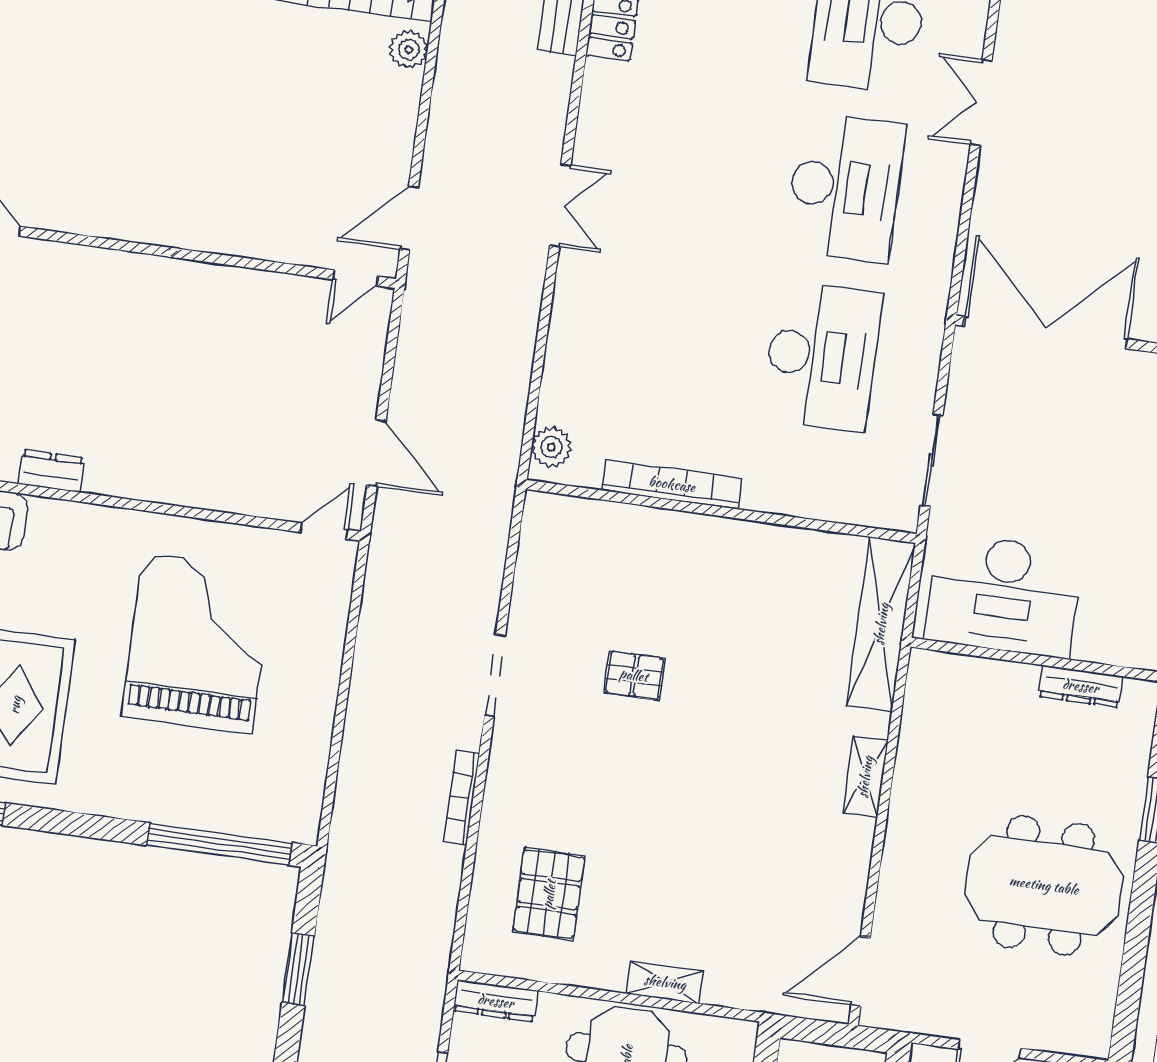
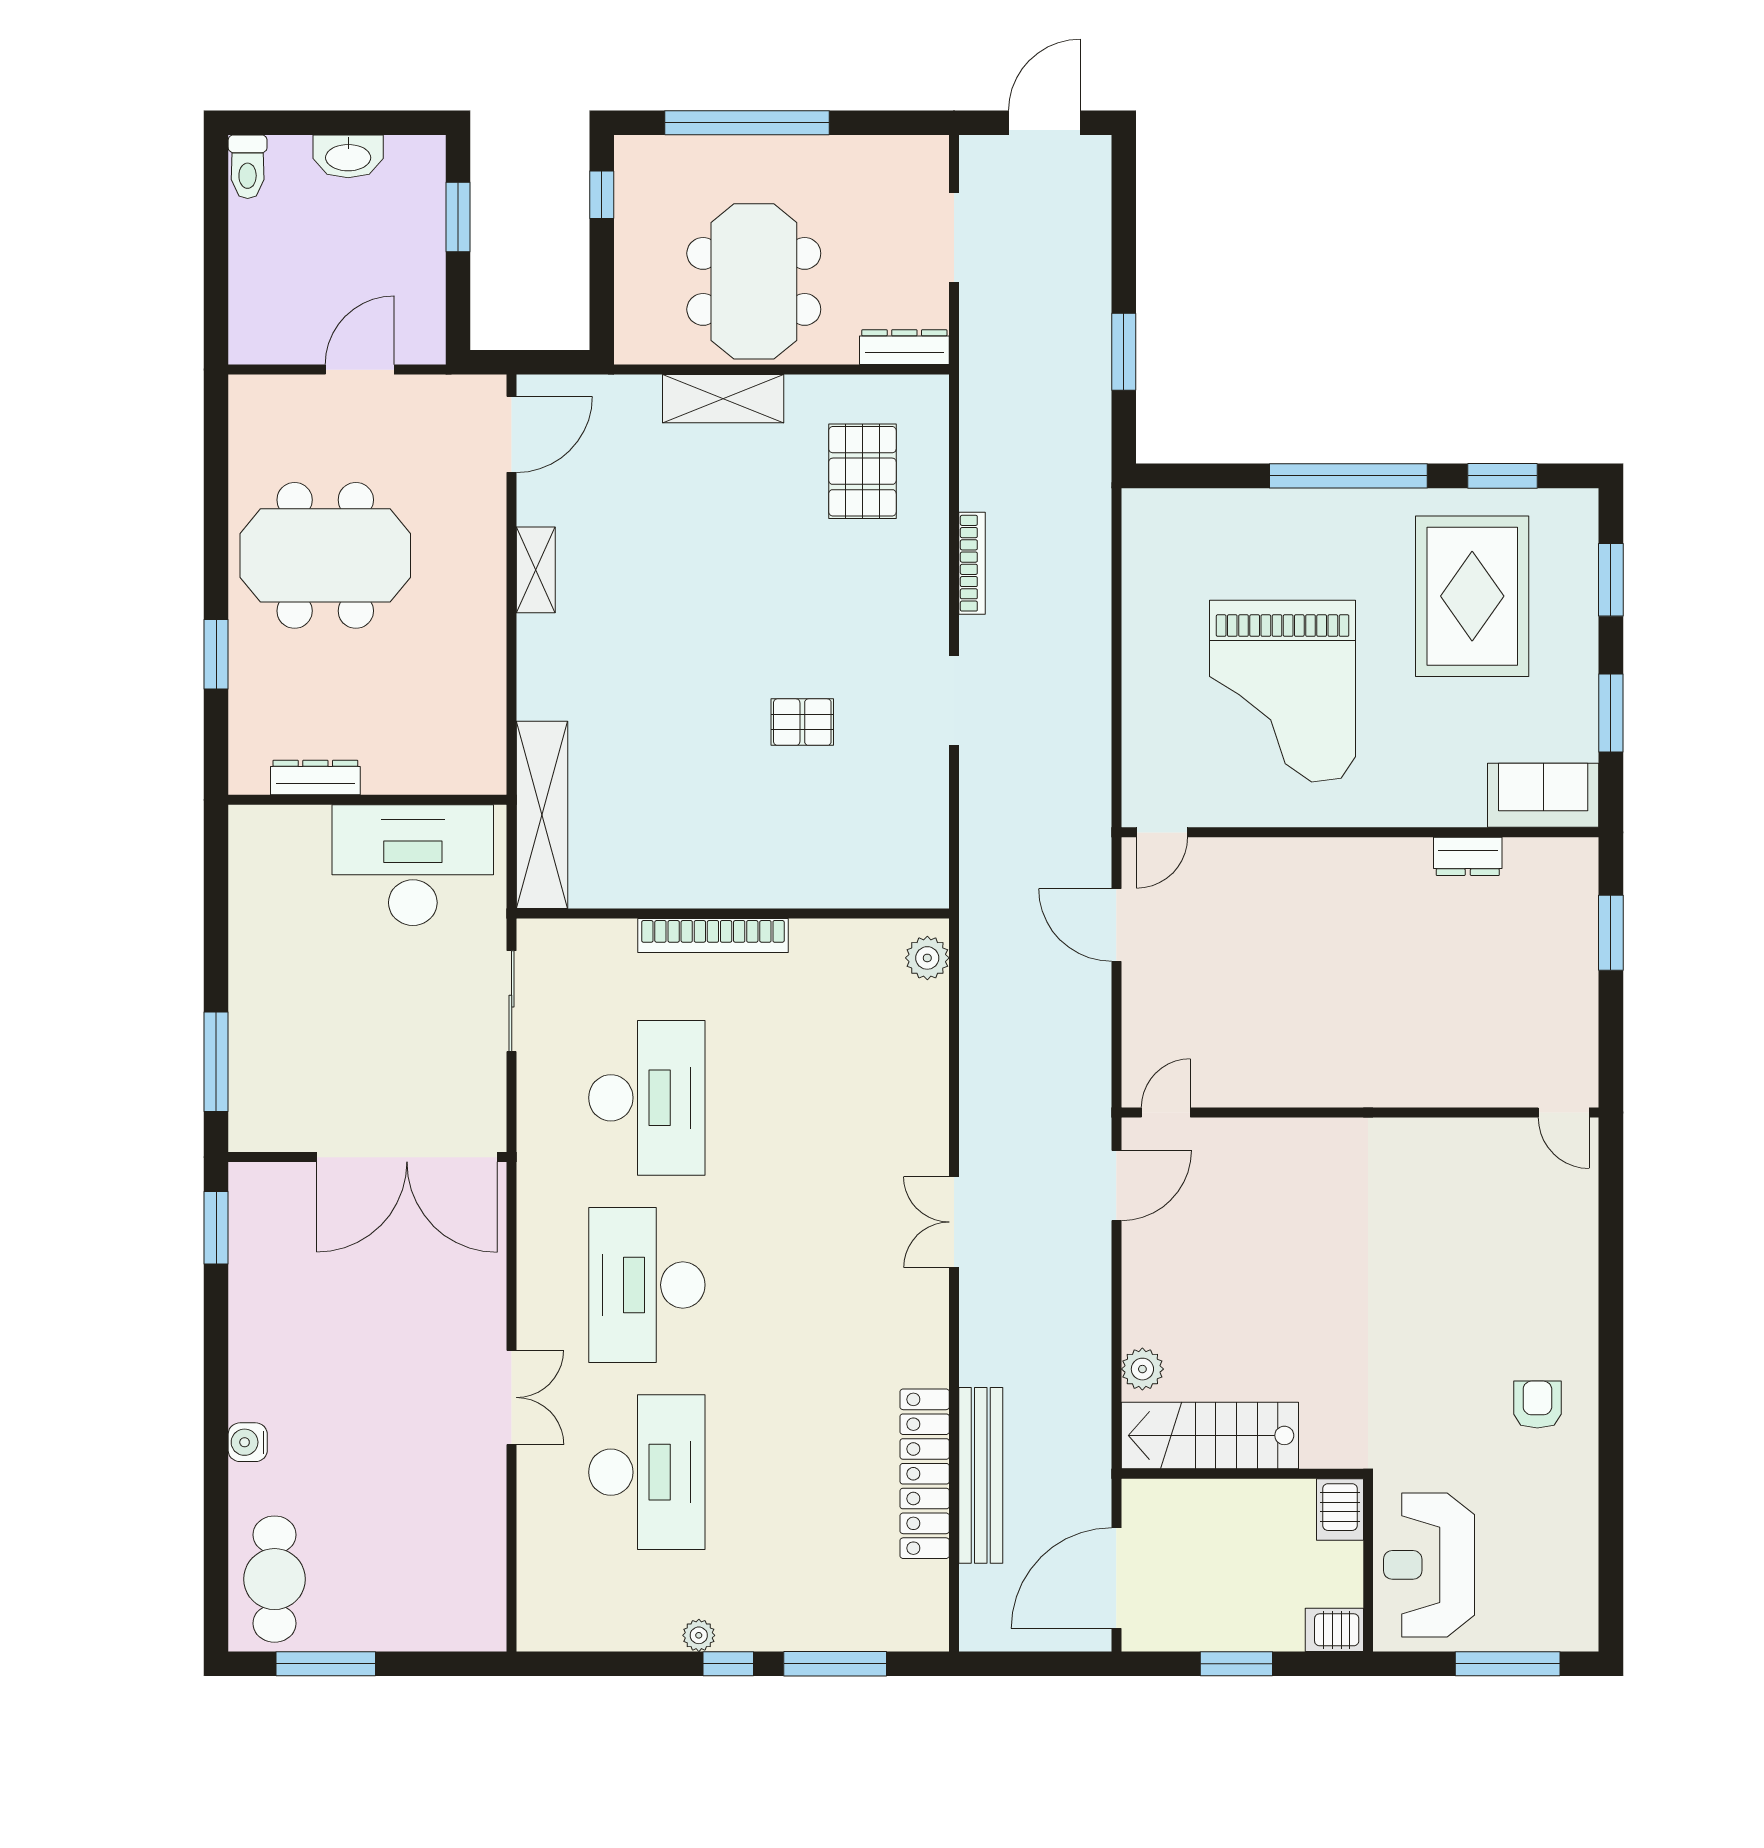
desk: (822, 356) -> (647, 1098), turned 180
bookcase: (672, 484) -> (713, 935), moved
shelving: (865, 777) -> (536, 570), moved
window: (219, 844) -> (1348, 476), moved
shelving: (665, 982) -> (723, 399), width x1.50, depth x1.33

